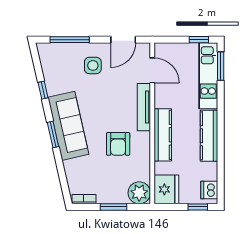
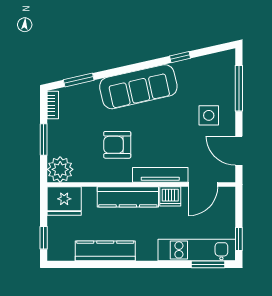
window: (53, 134) -> (79, 80), moved
kitchen counter: (209, 136) -> (105, 251), moved
dishwasher: (209, 190) -> (170, 196), moved, turned 180

